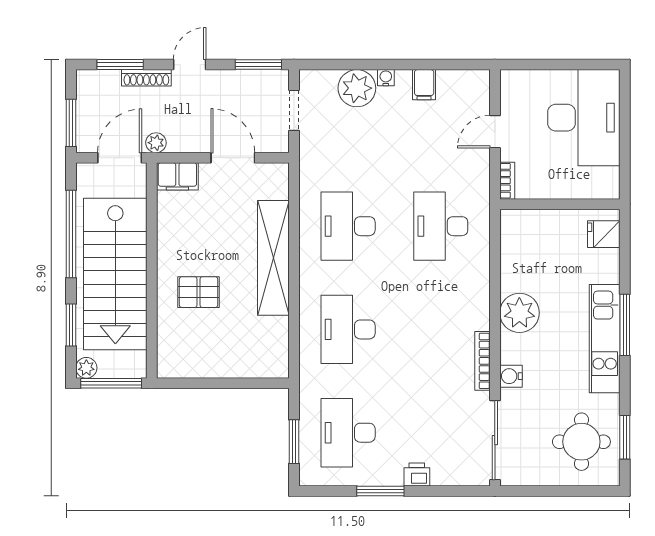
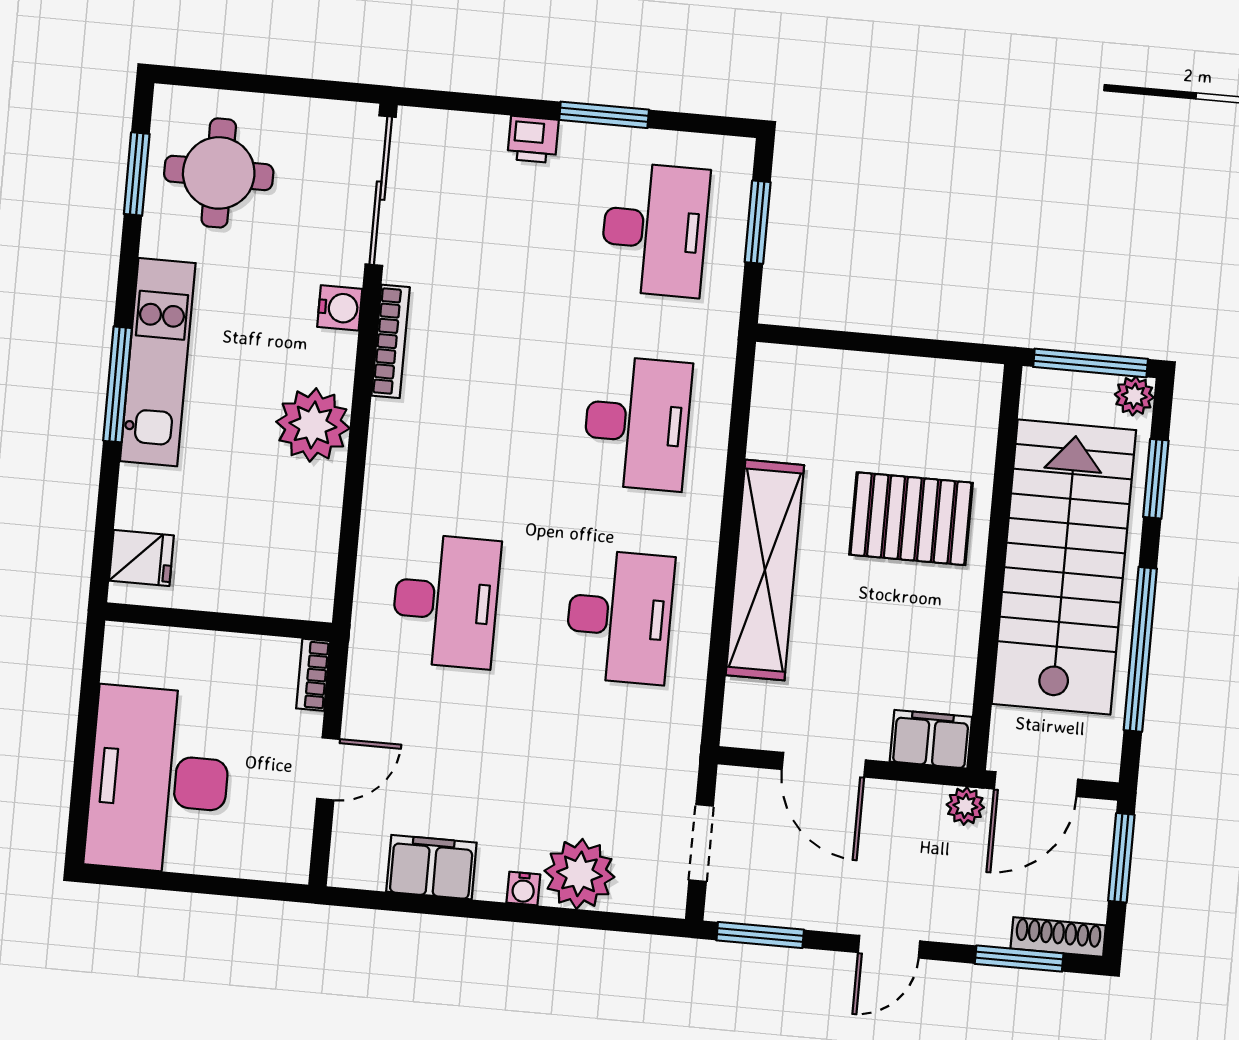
shoe rack: (146, 78) -> (1058, 937), moved
filing cabinet: (424, 85) -> (431, 867), width x2.00
pallet: (199, 292) -> (911, 519), width x1.50, depth x1.42

